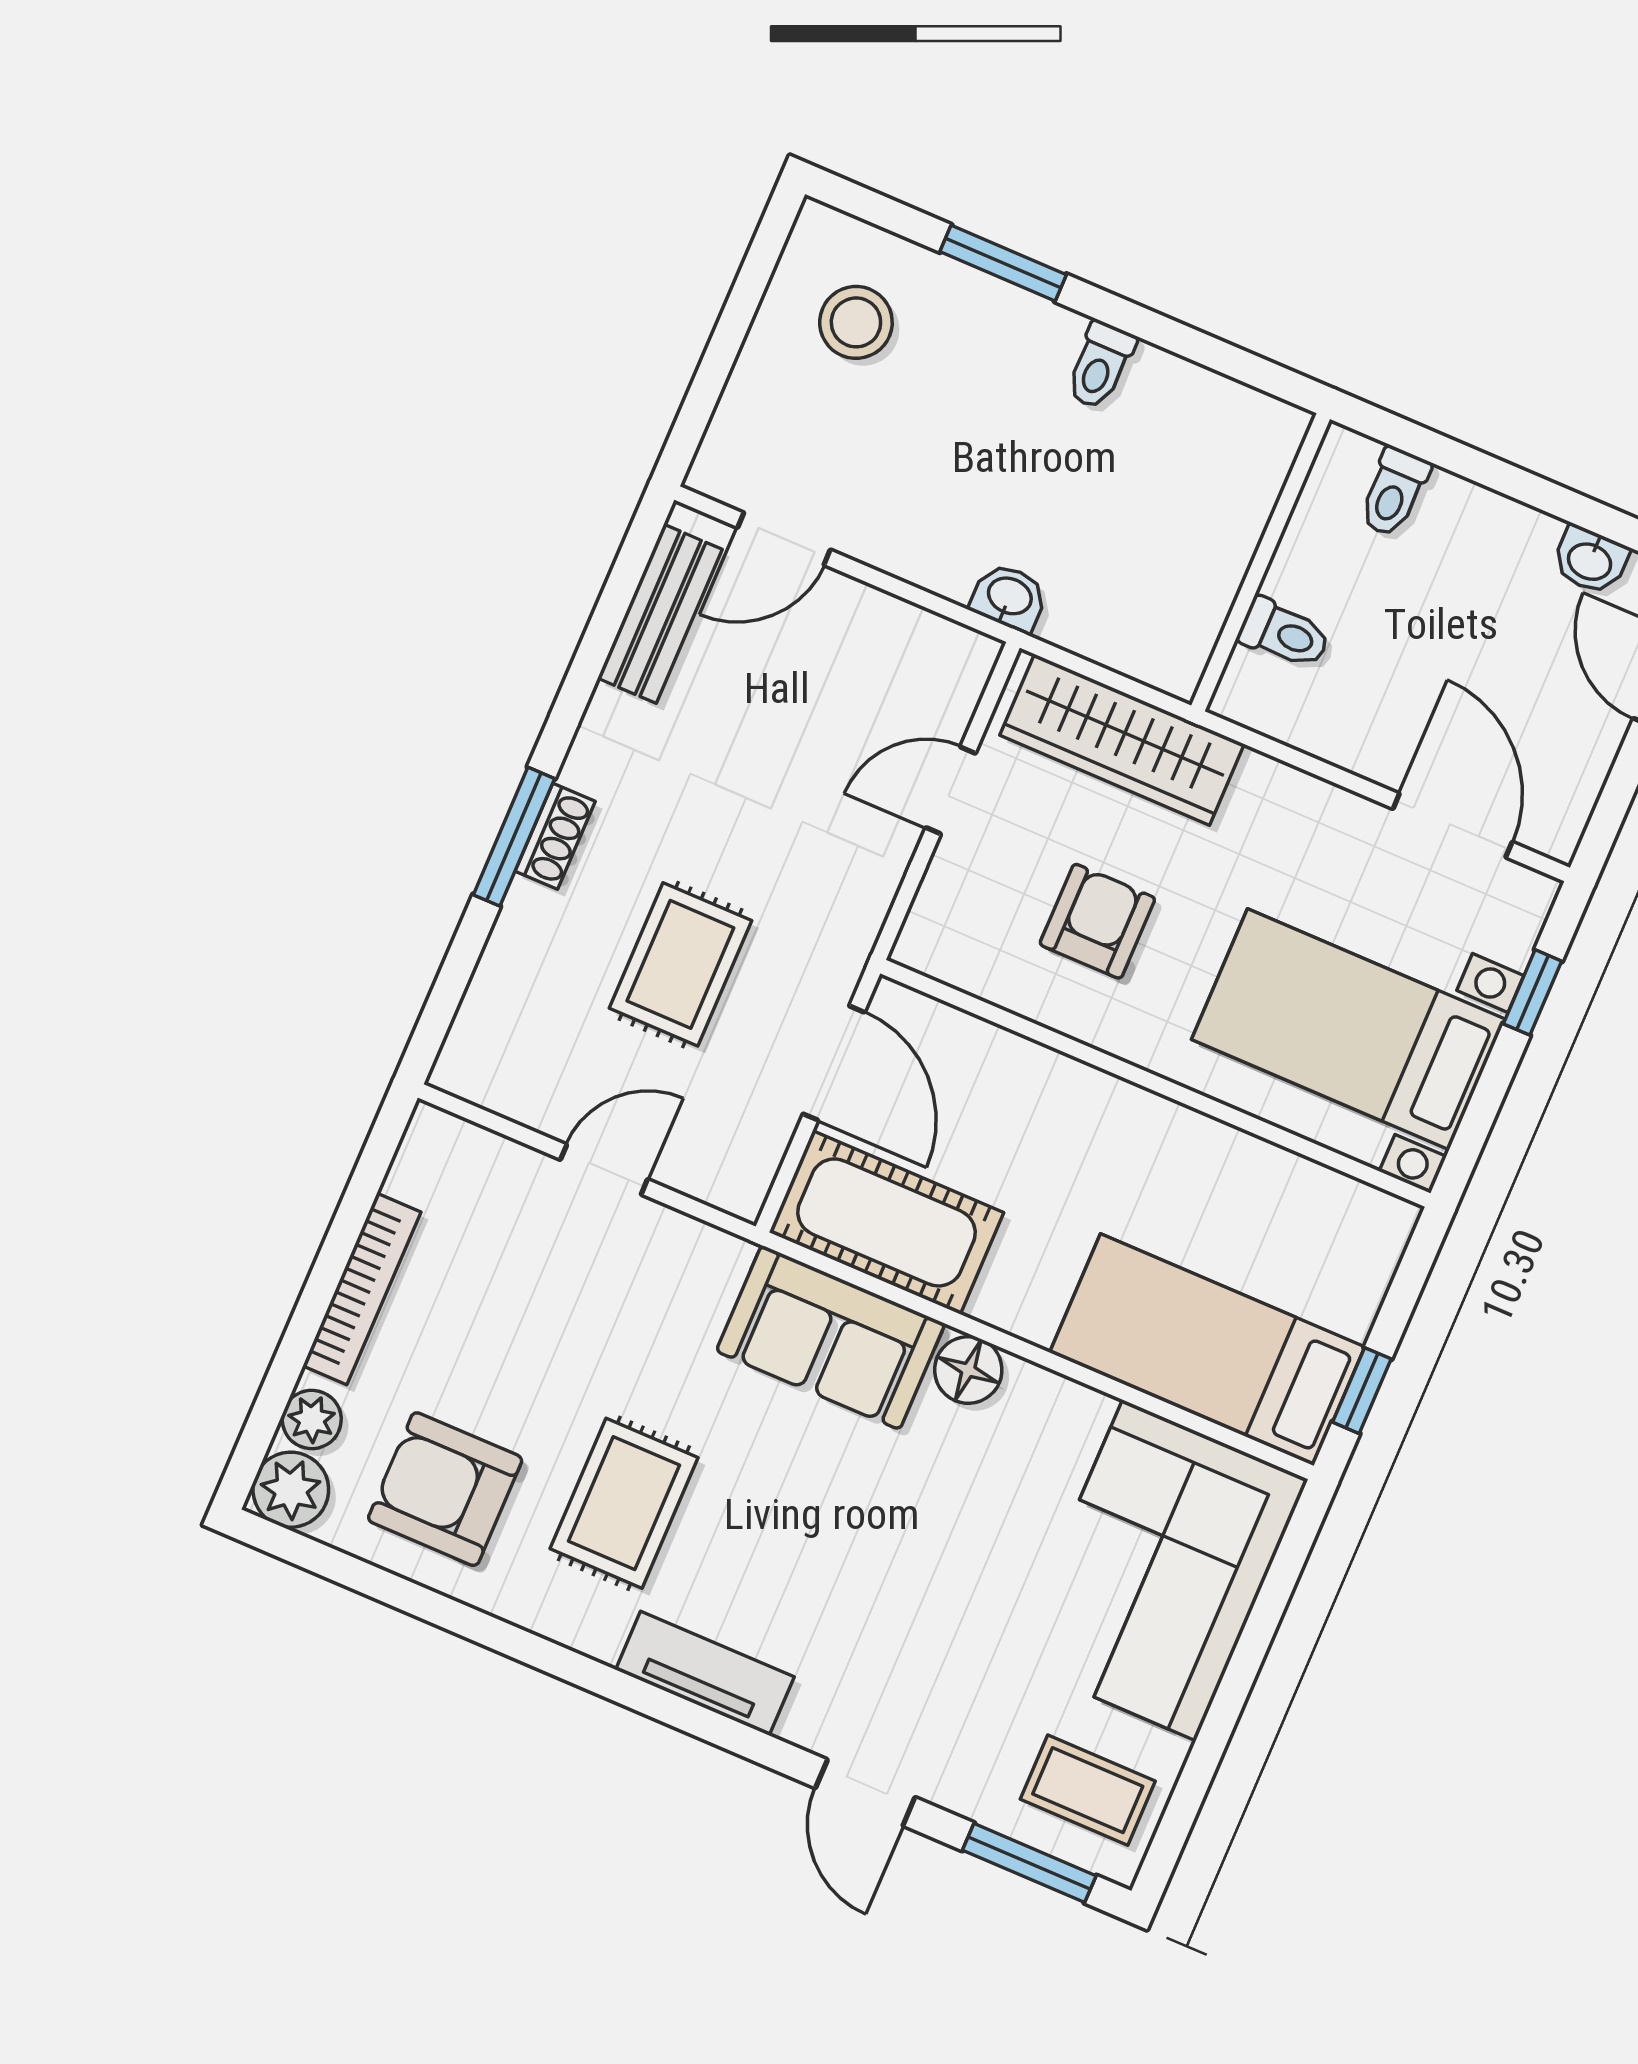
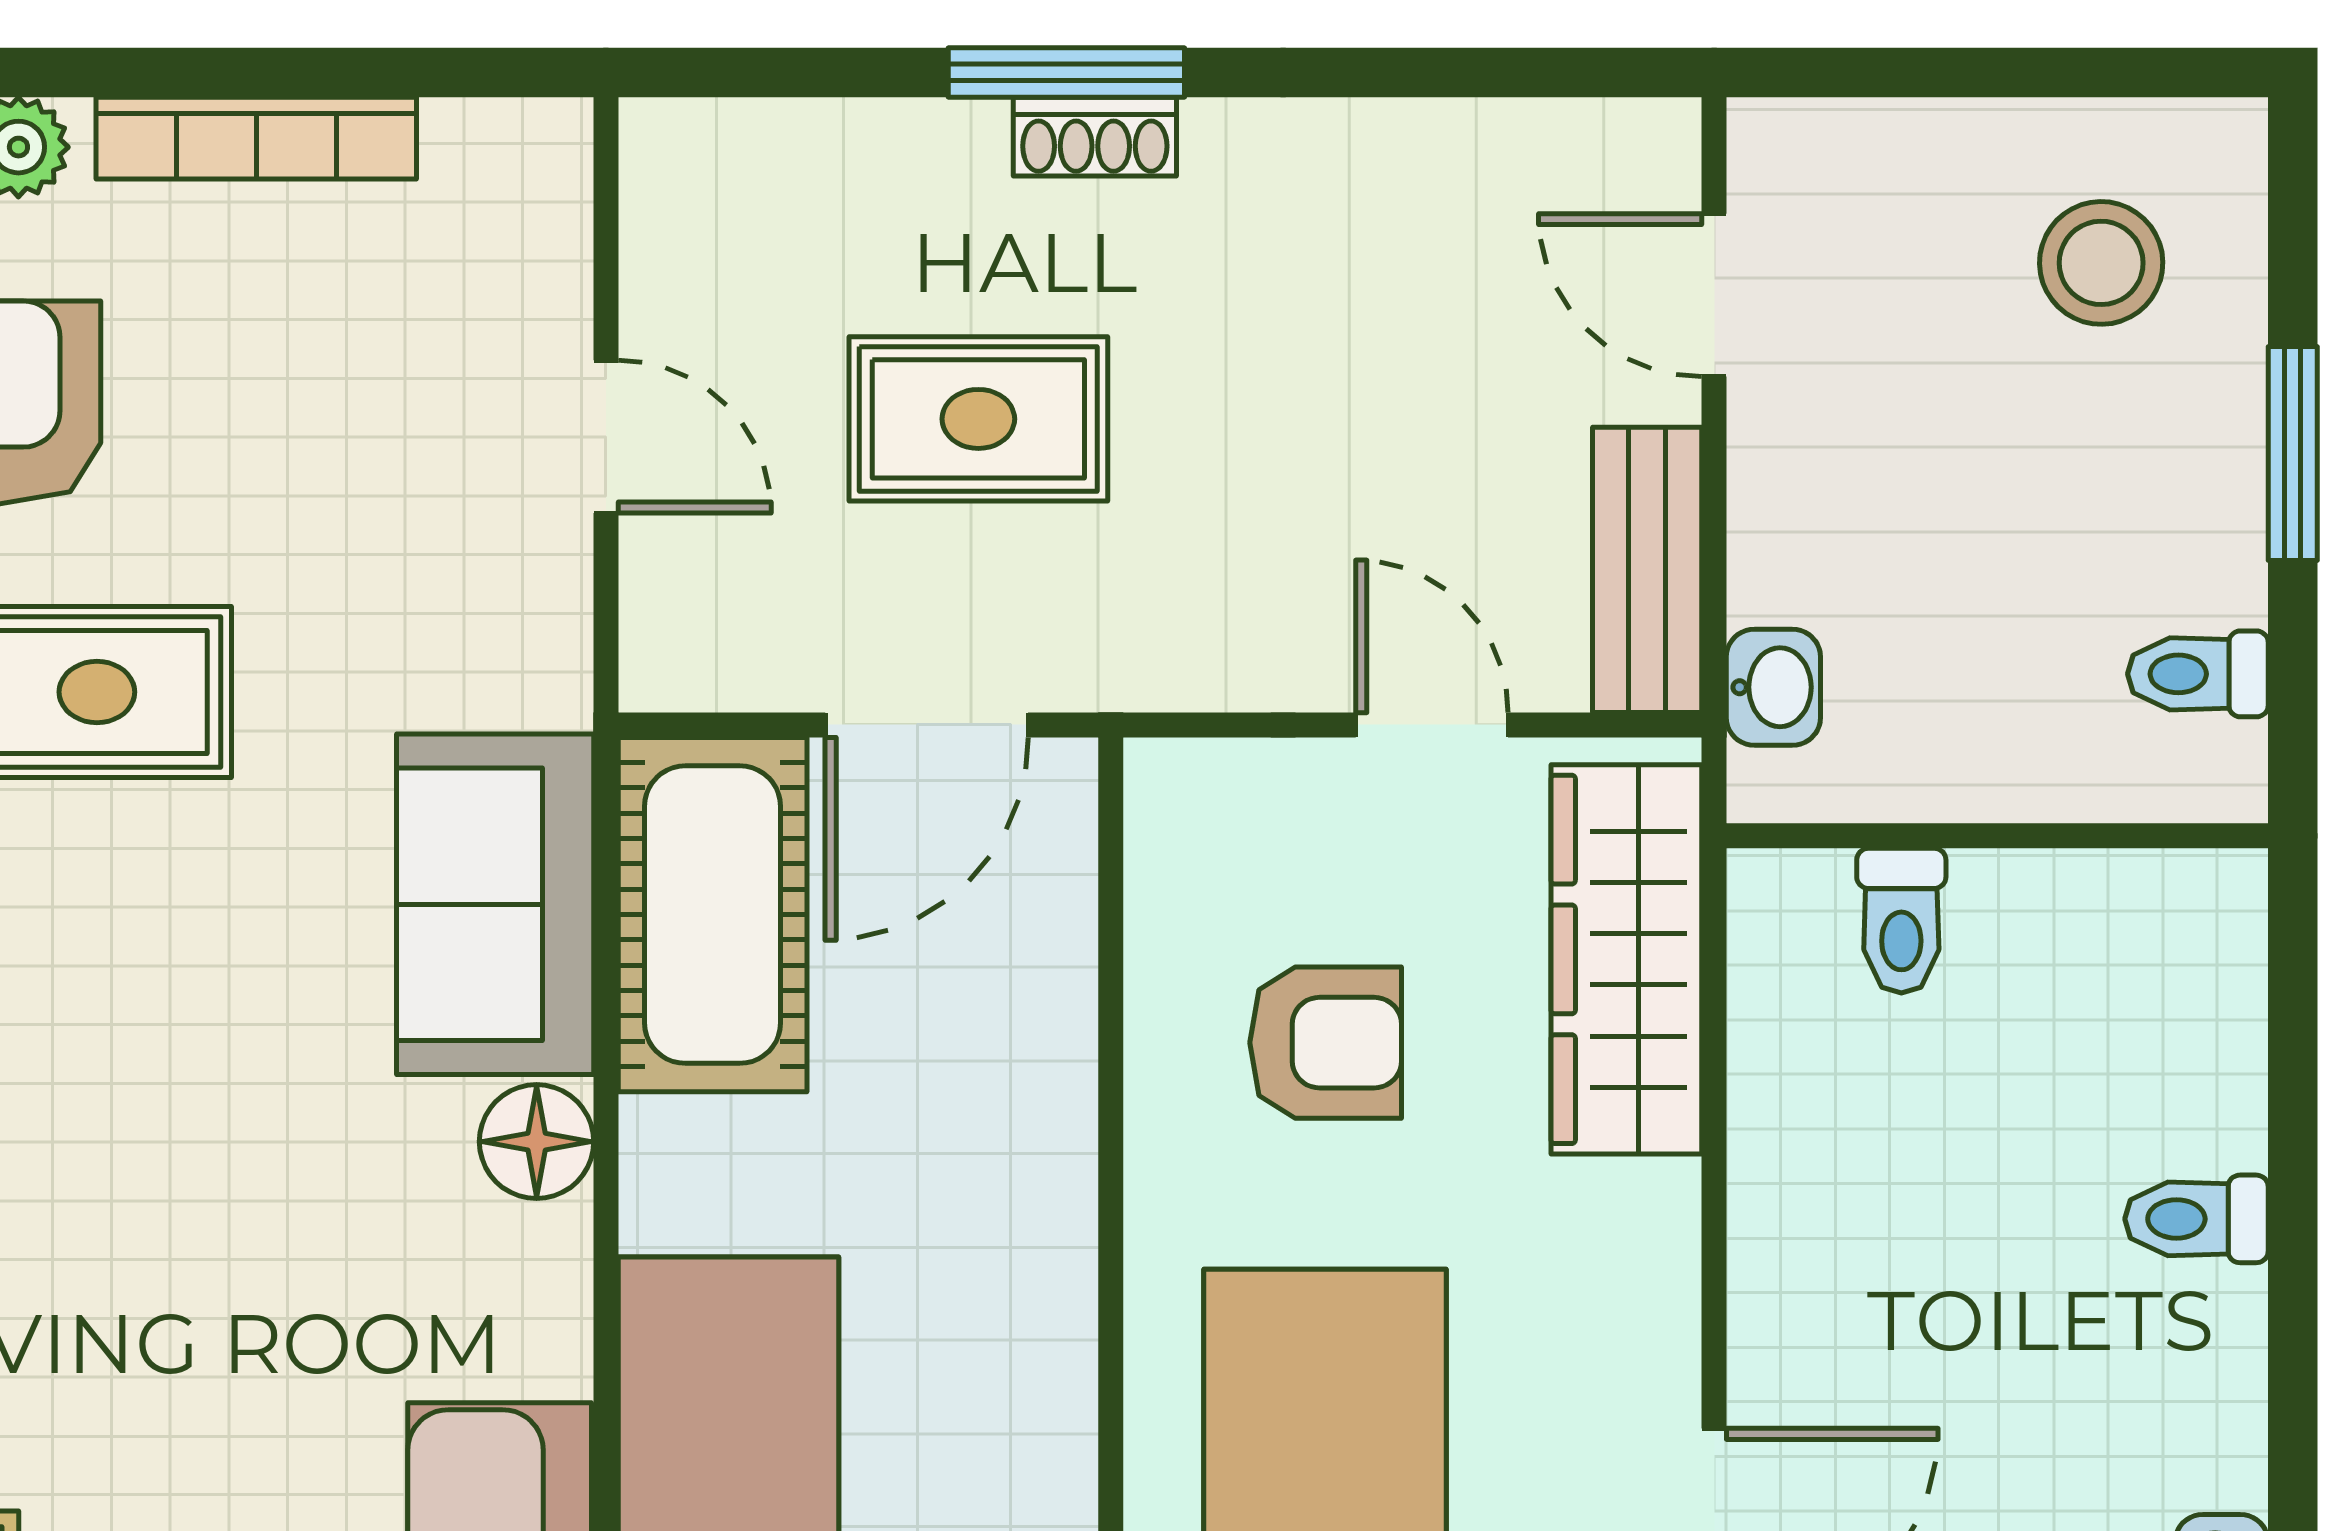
wall: (1261, 562) -> (1997, 836), moved
bench: (660, 614) -> (1647, 570), moved, turned 90
toilet: (1284, 634) -> (1901, 921), moved

